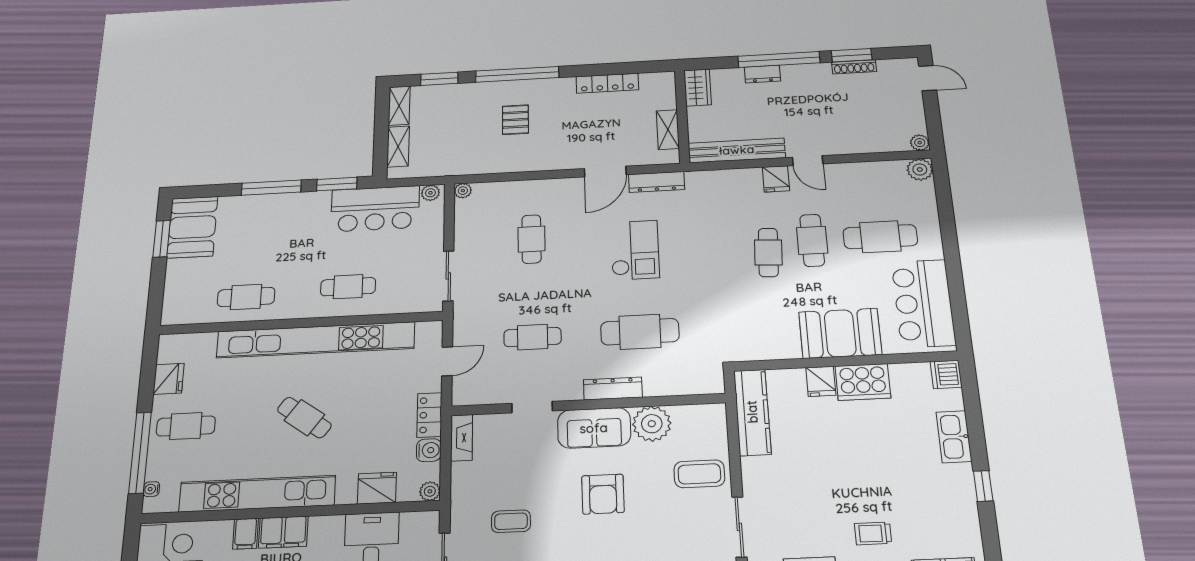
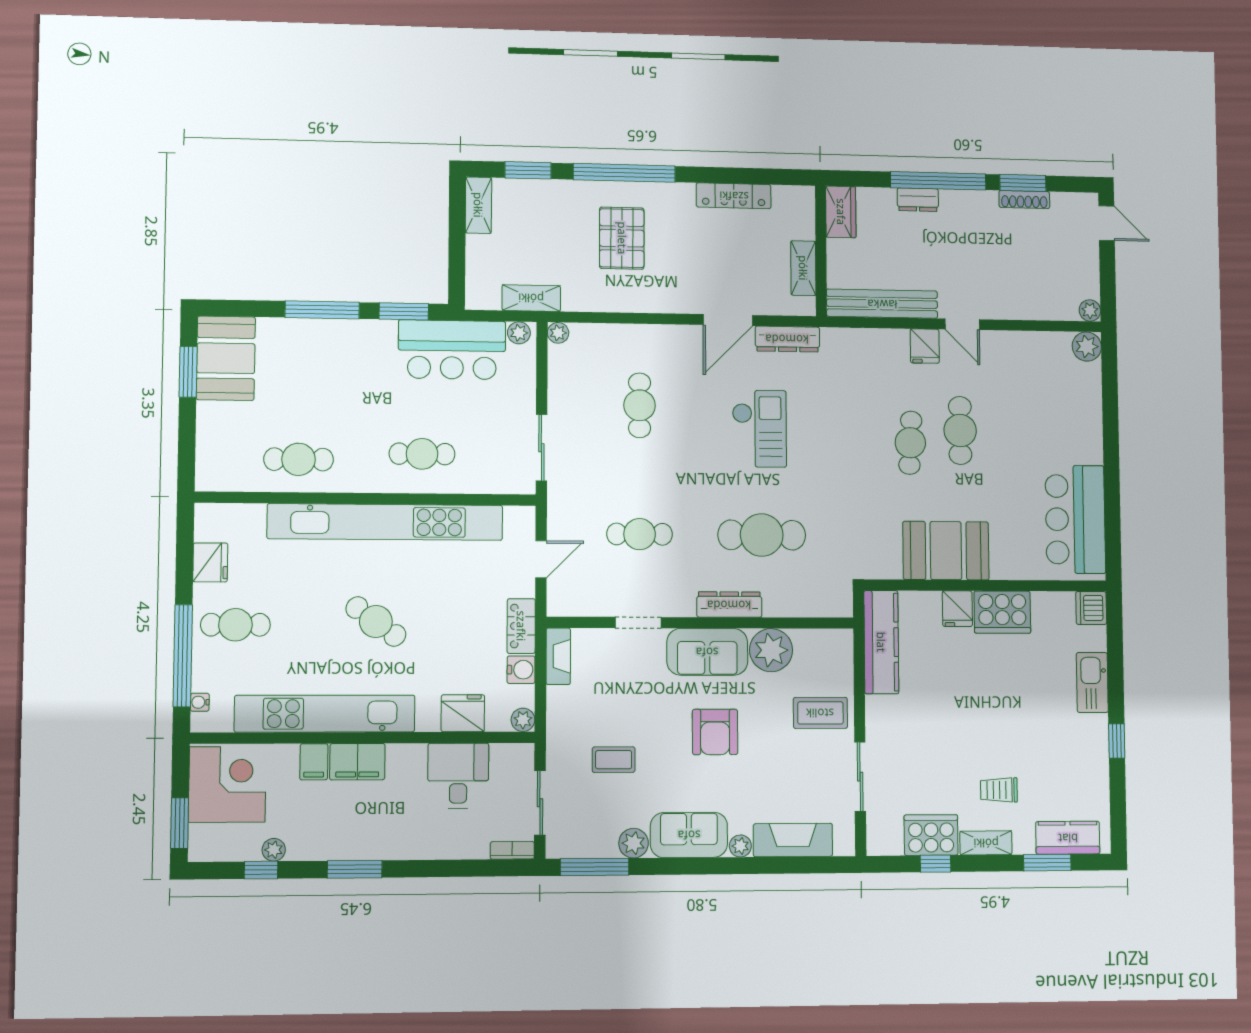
pallet: (515, 120) -> (622, 238), width x1.50, depth x1.42
shelving: (398, 147) -> (531, 298), moved, turned 90
cafe table: (880, 237) -> (1036, 431), removed
booth: (840, 333) -> (946, 551), moved

